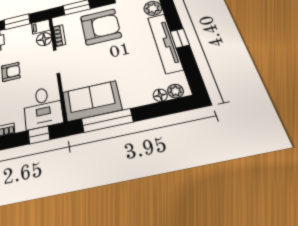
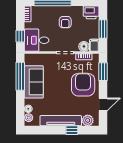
armchair: (101, 27) -> (83, 85), turned 180
window: (180, 38) -> (72, 130), moved
sofa: (92, 101) -> (34, 82), moved

